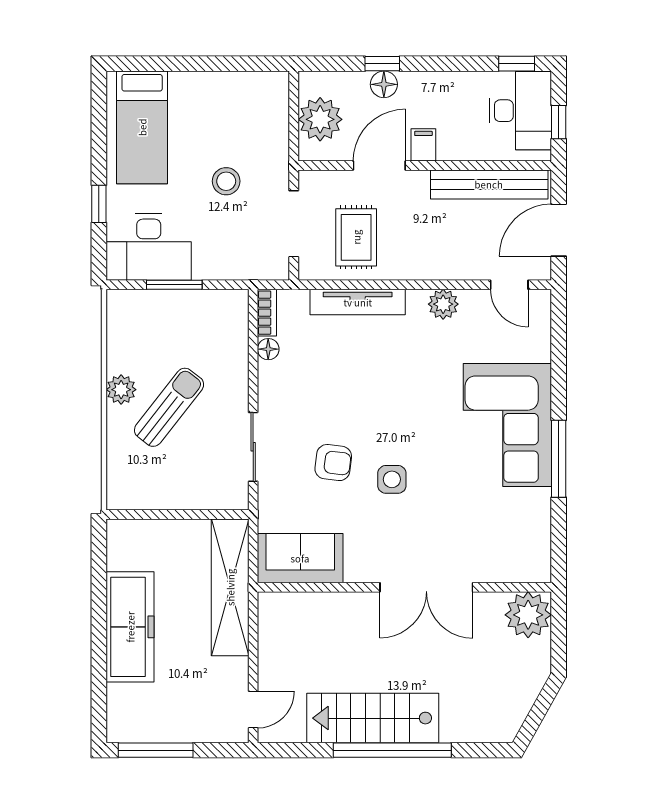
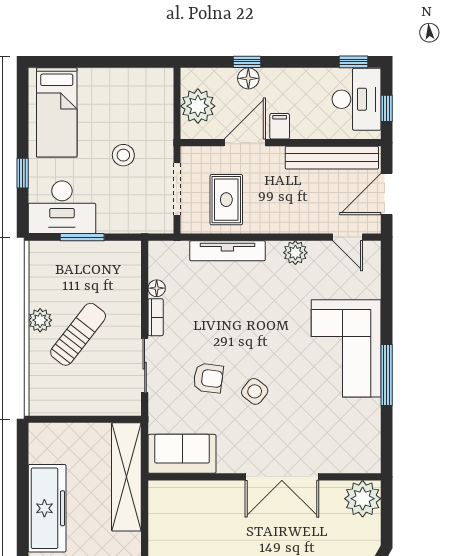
bookcase: (267, 313) -> (156, 317), moved
side table: (392, 479) -> (255, 391), turned 38

